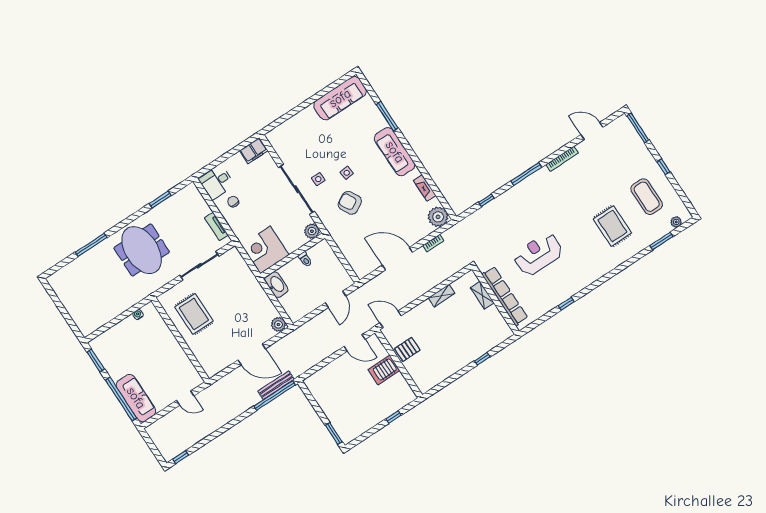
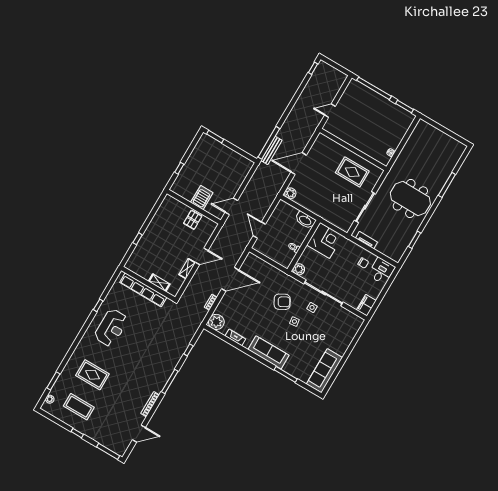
reception desk: (538, 254) -> (111, 328), moved
door: (391, 319) -> (202, 256), moved
sofa: (136, 398) -> (364, 94), removed

